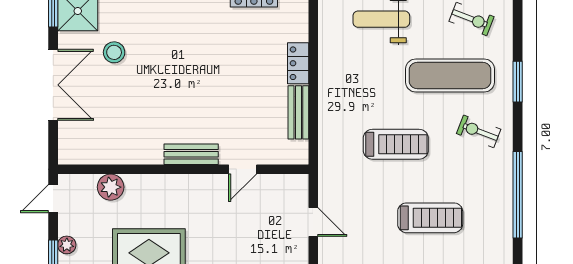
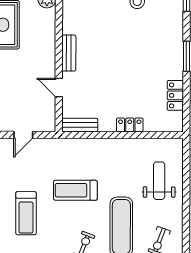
bench: (298, 112) -> (80, 125), moved
treadmill: (396, 144) -> (75, 190), turned 90

